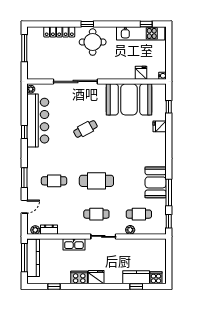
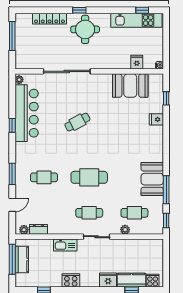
booth: (129, 99) -> (130, 86), width x0.73, depth x0.70
kitchen counter: (33, 258) -> (22, 260), width x0.67
fridge: (96, 277) -> (108, 280), moved

